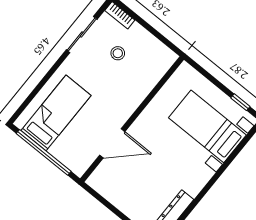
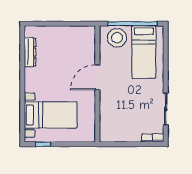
stool: (118, 53) -> (117, 38), moved, width x1.89, depth x1.89
door: (112, 143) -> (97, 77), moved

